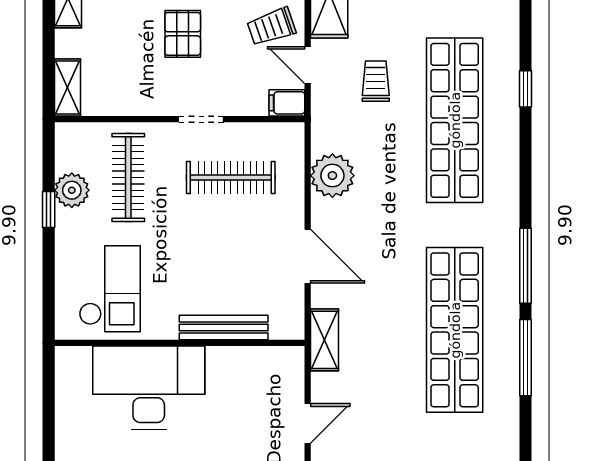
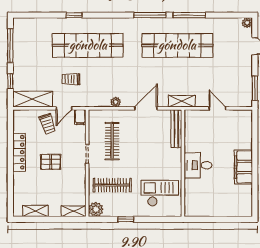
plant: (332, 176) -> (116, 102), width x0.53, depth x0.53
plant: (72, 190) -> (96, 209), moved
bench: (224, 327) -> (176, 129), moved
desk: (149, 388) -> (198, 165), width x0.53, depth x0.77

